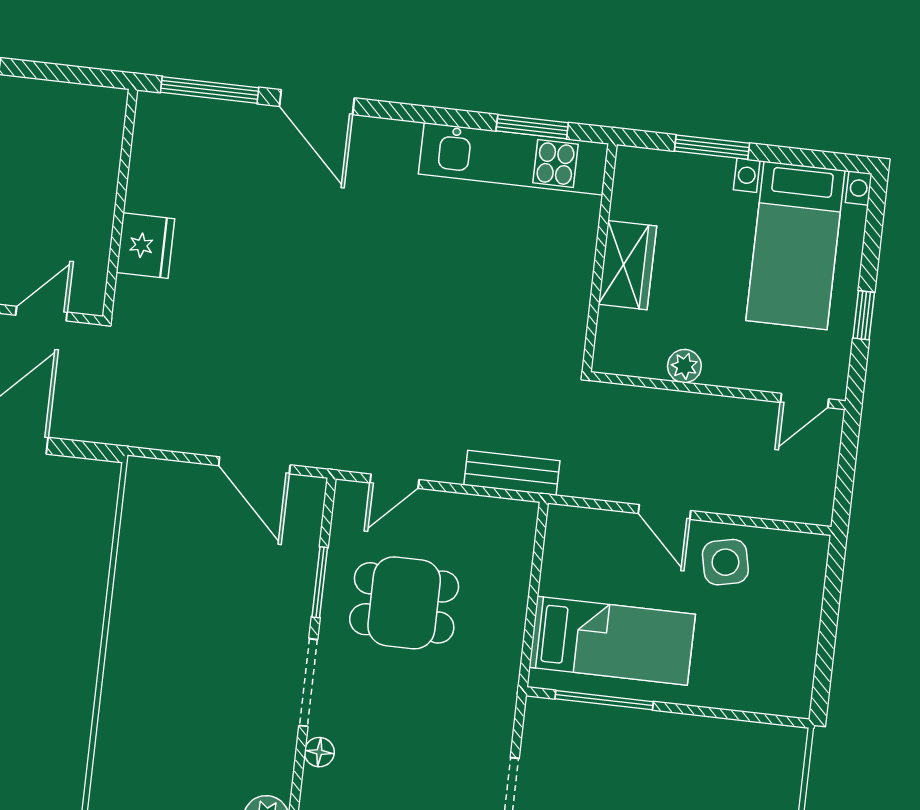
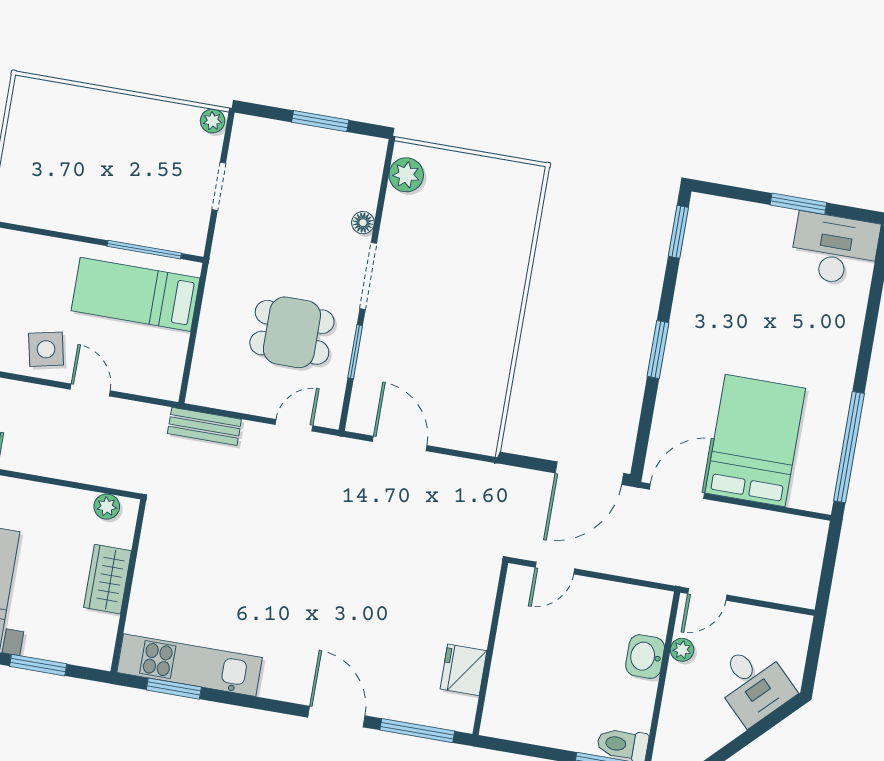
fridge: (145, 246) -> (463, 670), moved
plant: (684, 366) -> (107, 507), moved

